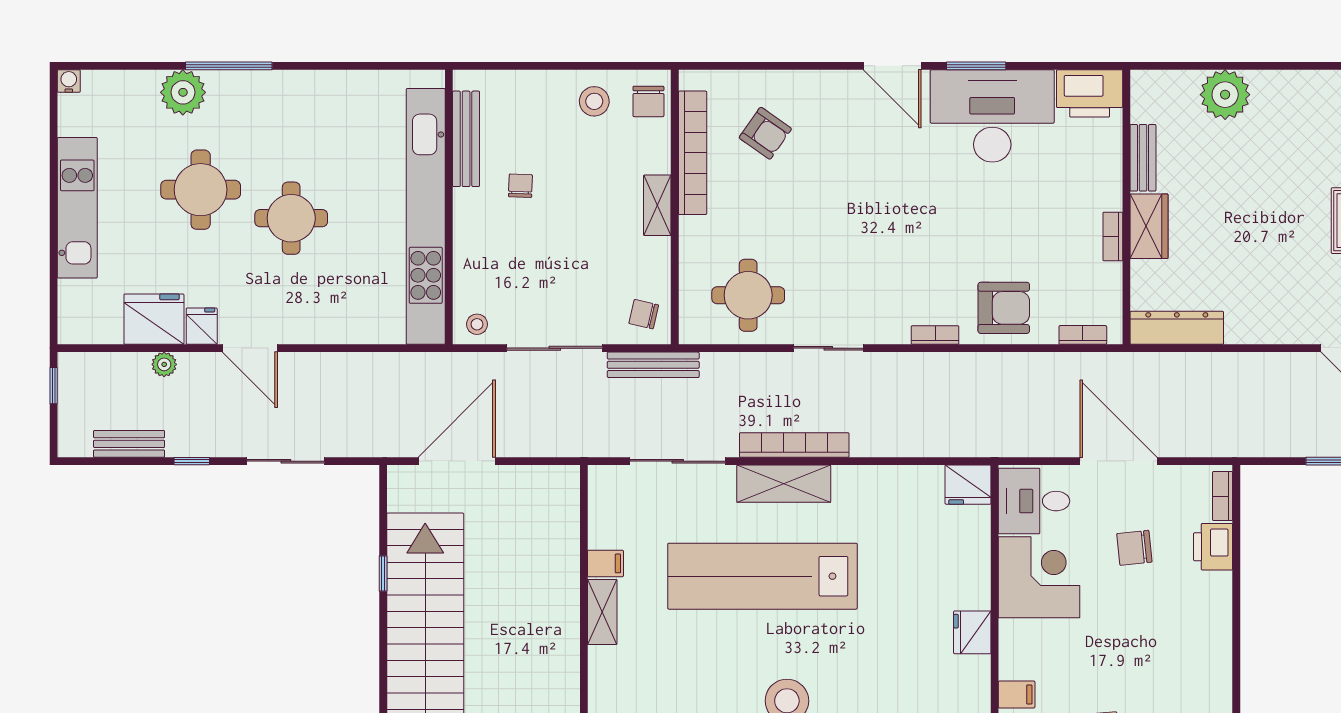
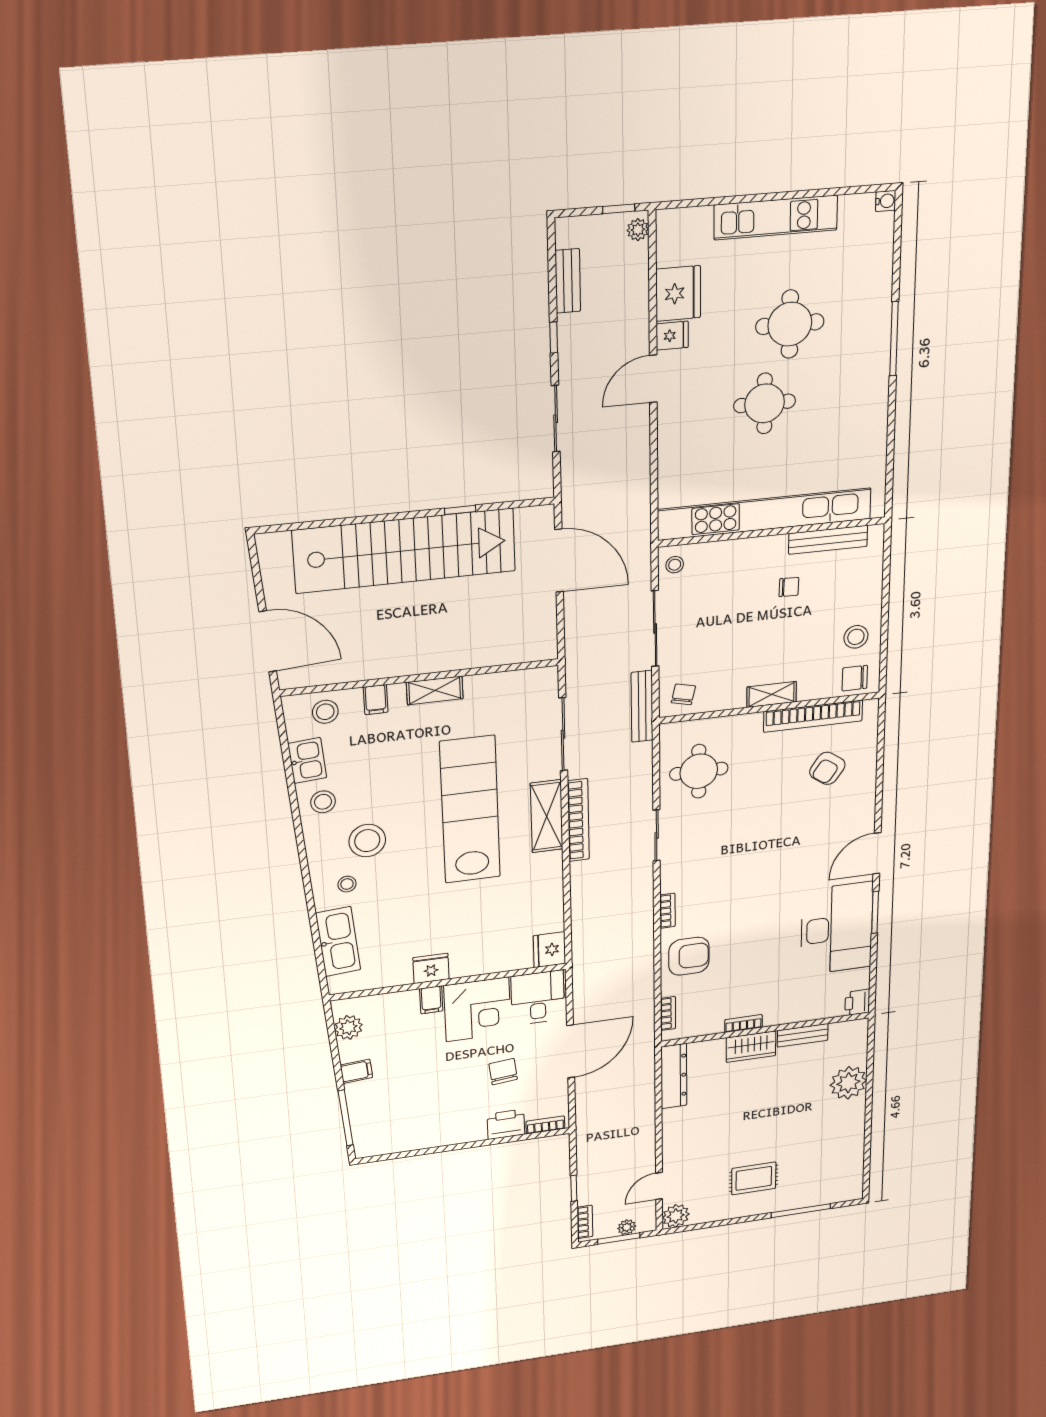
plant: (183, 92) -> (873, 302), removed
printer: (1090, 93) -> (857, 1002), width x0.53, depth x0.68
armchair: (1004, 308) -> (689, 956), turned -90
plant: (164, 364) -> (638, 230), moved
filing cabinet: (605, 563) -> (376, 700), moved
filing cabinet: (1017, 694) -> (431, 1000), moved

